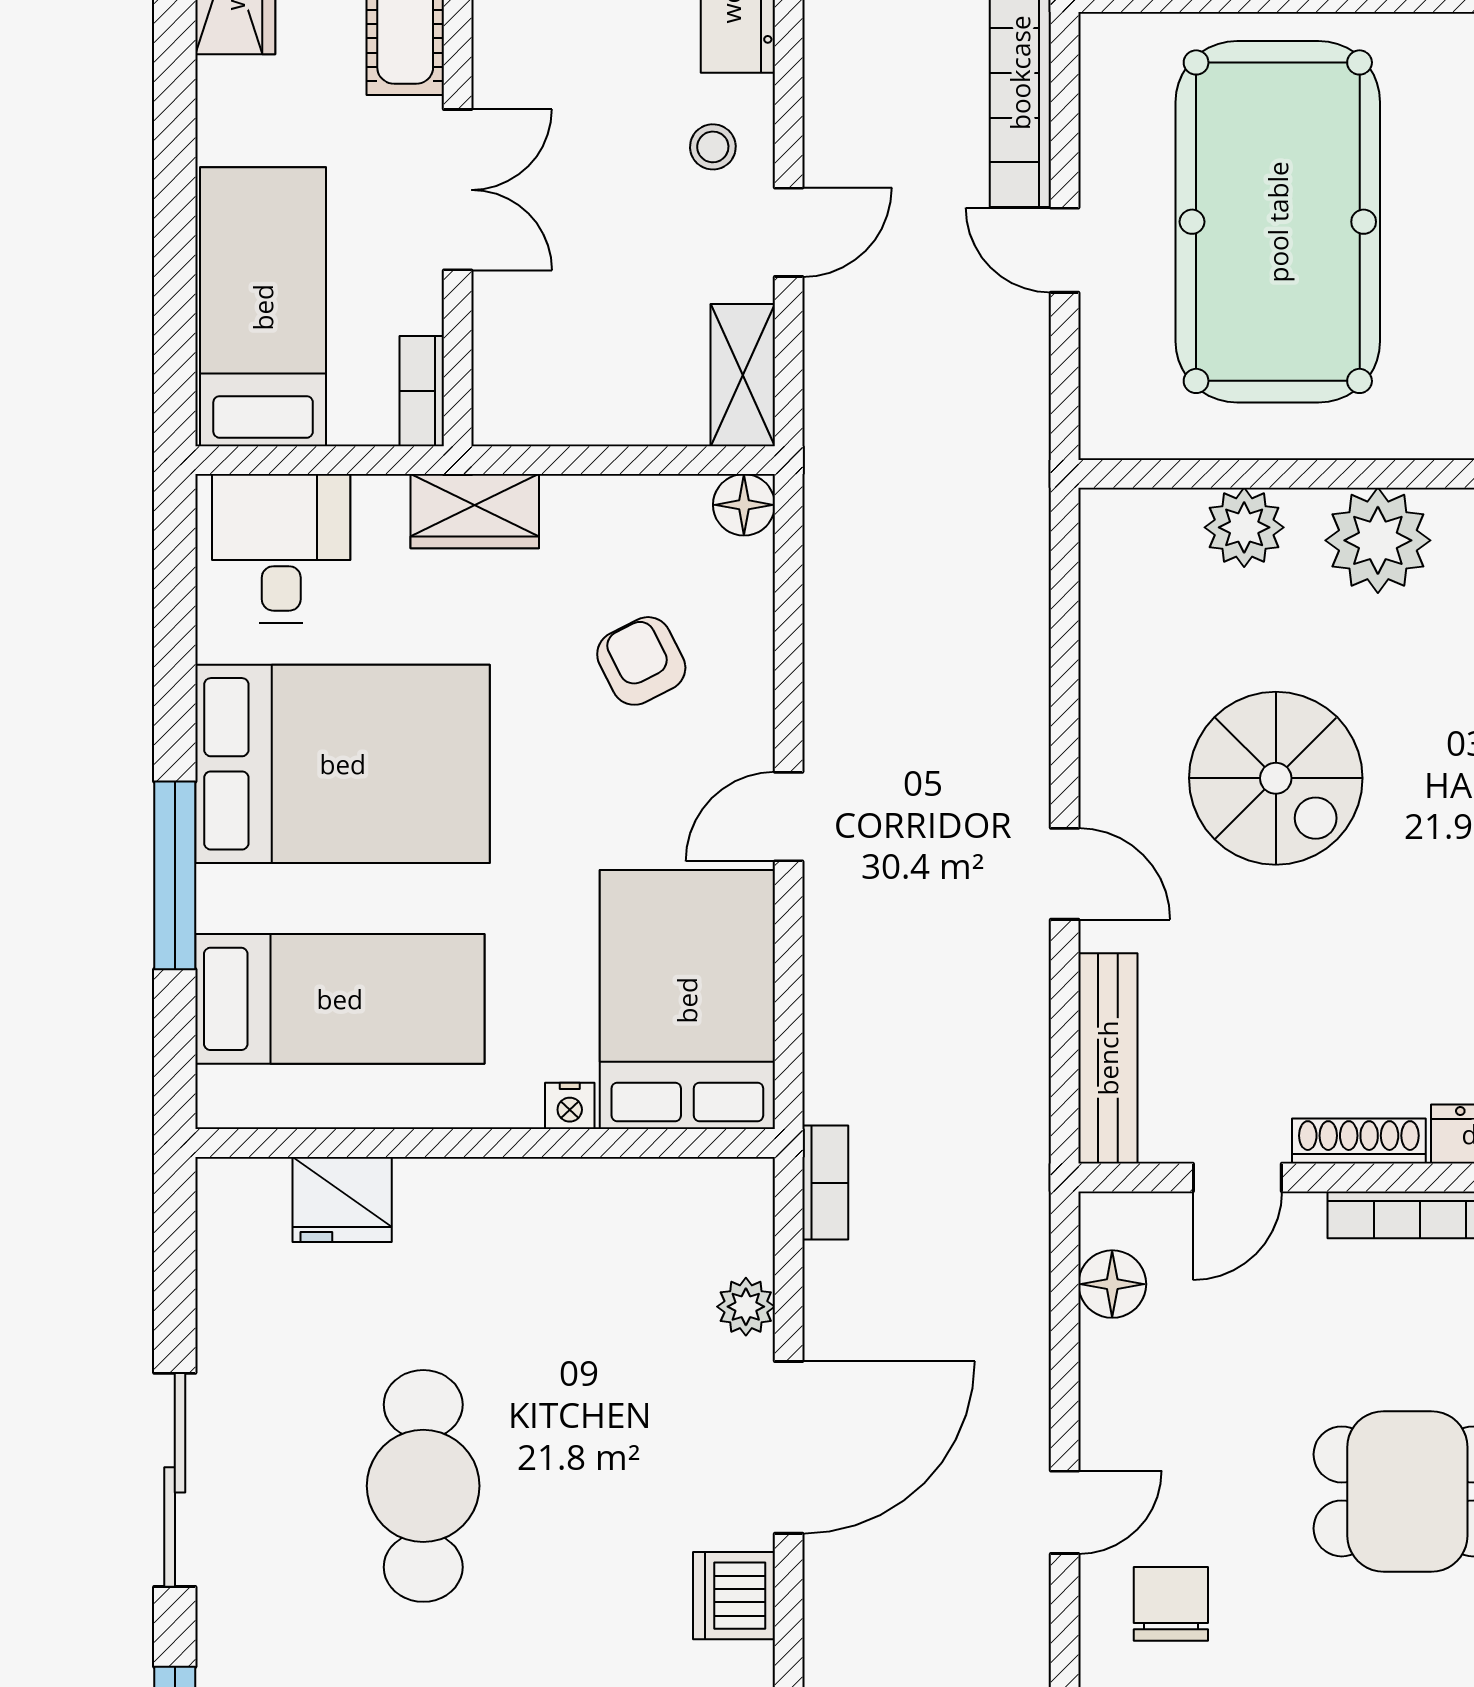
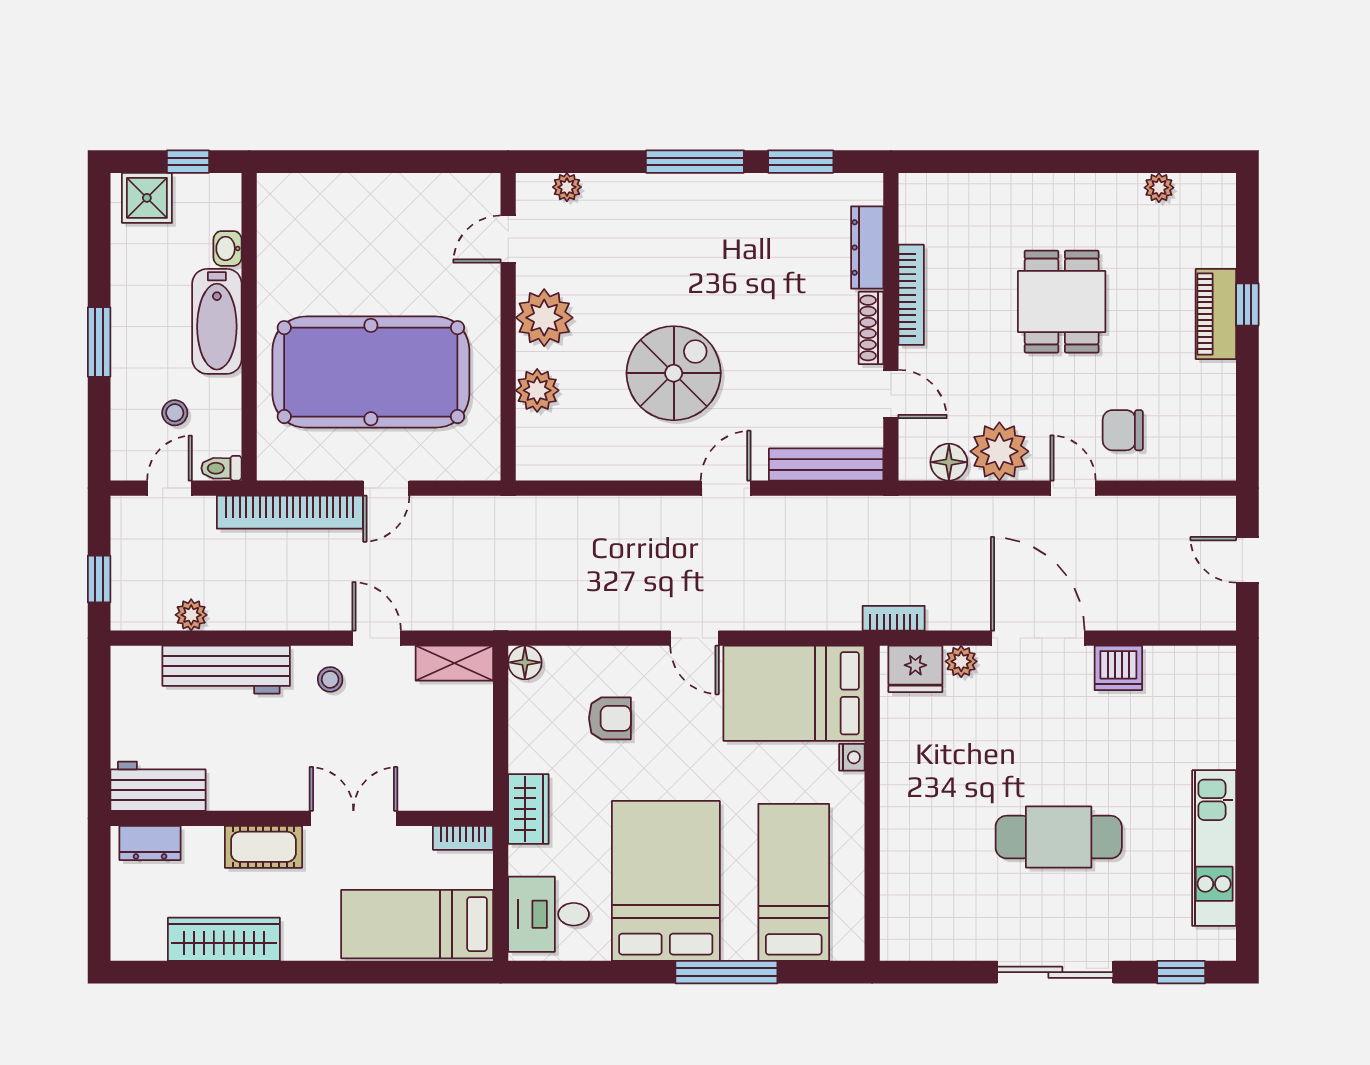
armchair: (641, 661) -> (610, 718), turned -153
fridge: (342, 1199) -> (915, 669), moved, turned 90
plant: (1132, 1377) -> (999, 451), added

